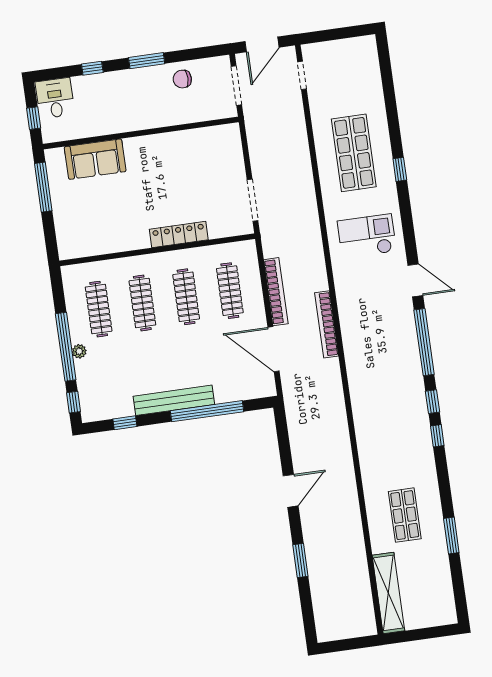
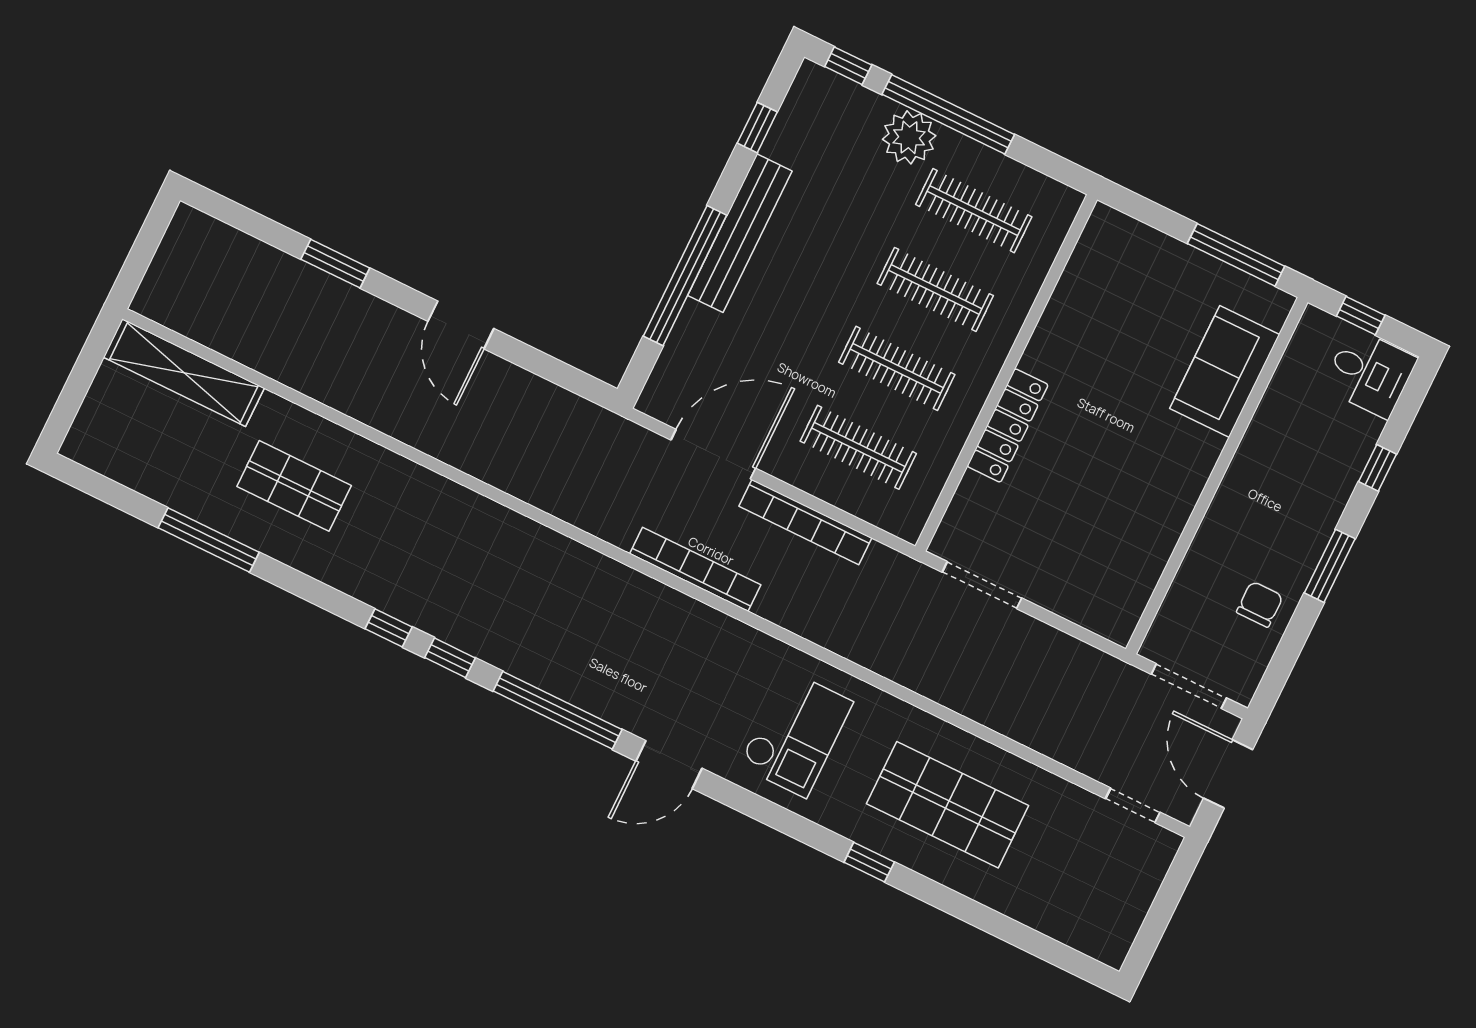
plant: (79, 351) -> (909, 137), width x1.88, depth x1.88
window: (451, 536) -> (209, 540), width x1.44

